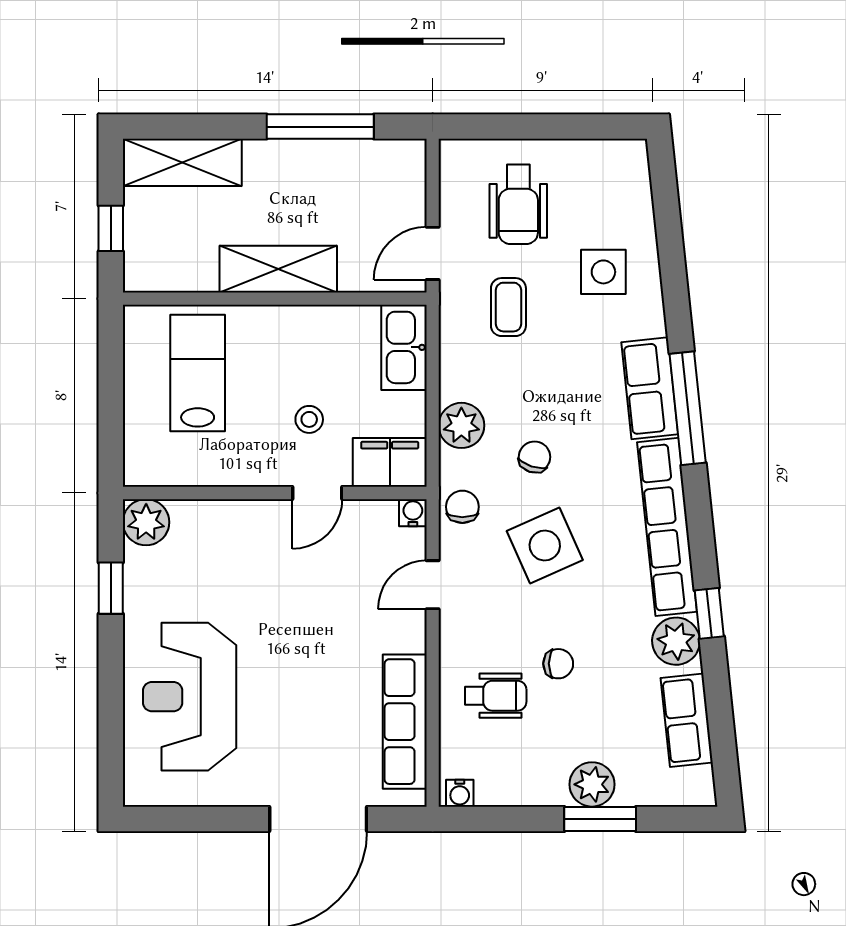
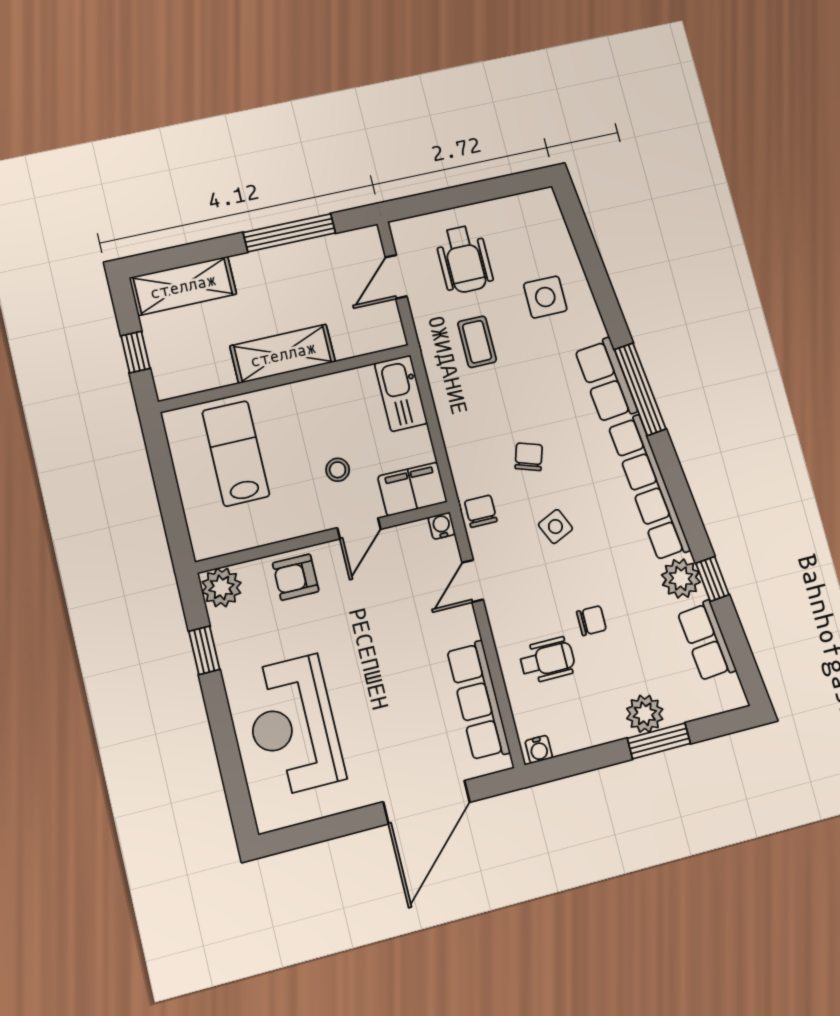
door: (433, 253) -> (396, 277), moved
plant: (461, 425) -> (463, 445), removed
armchair: (232, 531) -> (296, 577), added
side table: (545, 546) -> (555, 527), width x0.54, depth x0.54
window: (709, 613) -> (712, 579), moved

